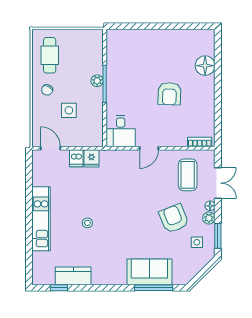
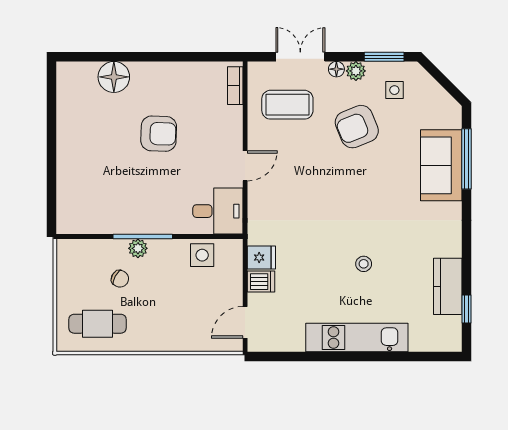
chair: (47, 90) -> (120, 279), moved
side table: (69, 110) -> (202, 255), moved
door: (149, 148) -> (245, 166), hinge flipped

